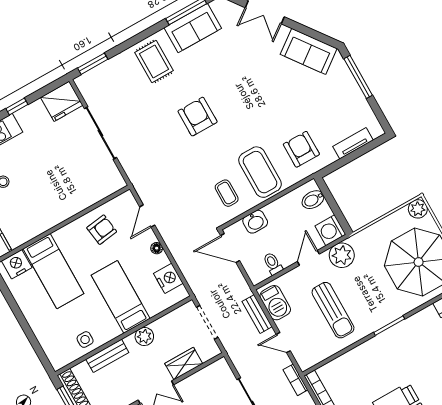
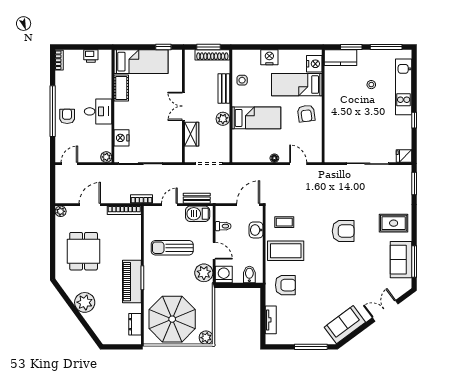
fridge: (62, 101) -> (404, 156), width x0.53, depth x0.75
armchair: (102, 230) -> (306, 114), moved
nightstand: (168, 278) -> (269, 57), moved, turned 180
piano: (401, 336) -> (132, 282), added

